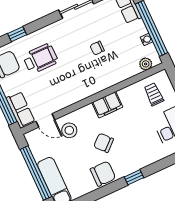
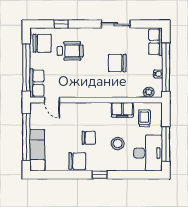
chair: (97, 48) -> (117, 63), width x1.87, depth x1.87
filing cabinet: (107, 105) -> (122, 110), moved
stool: (69, 130) -> (118, 144), moved
chair: (104, 143) -> (89, 138), turned 132

